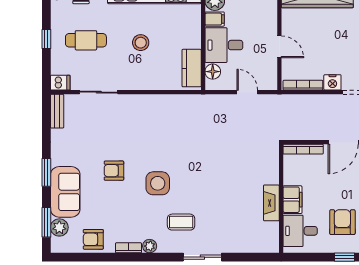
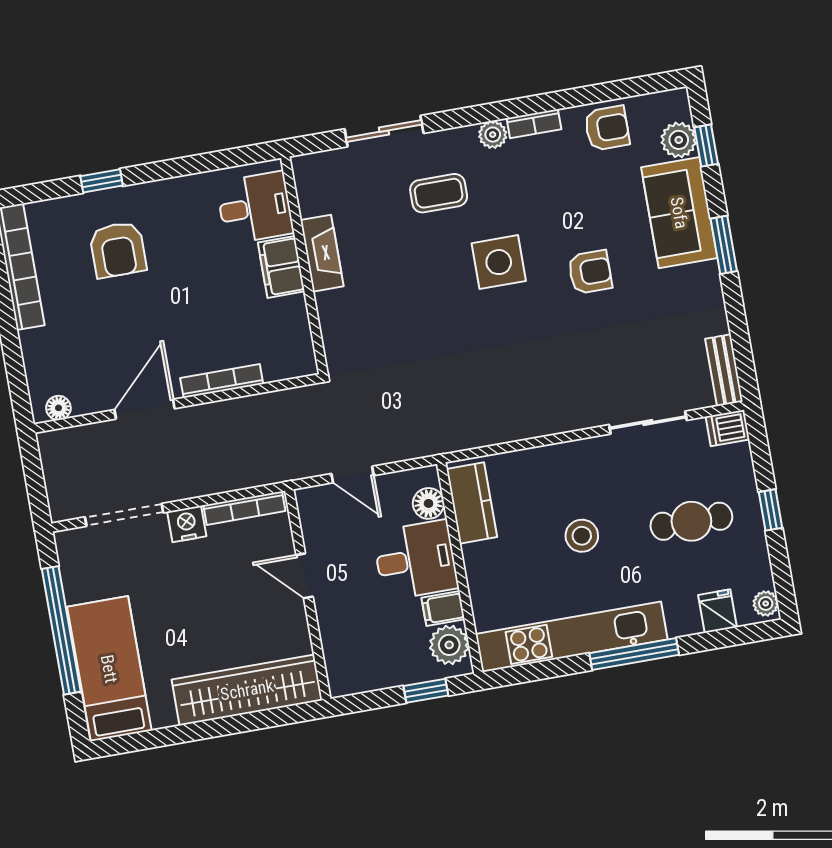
wall: (281, 198) -> (304, 265), moved
filing cabinet: (292, 200) -> (281, 267), moved
fireplace: (271, 203) -> (322, 253), moved
window: (46, 222) -> (706, 146), width x0.67
desk: (300, 231) -> (255, 208), moved

